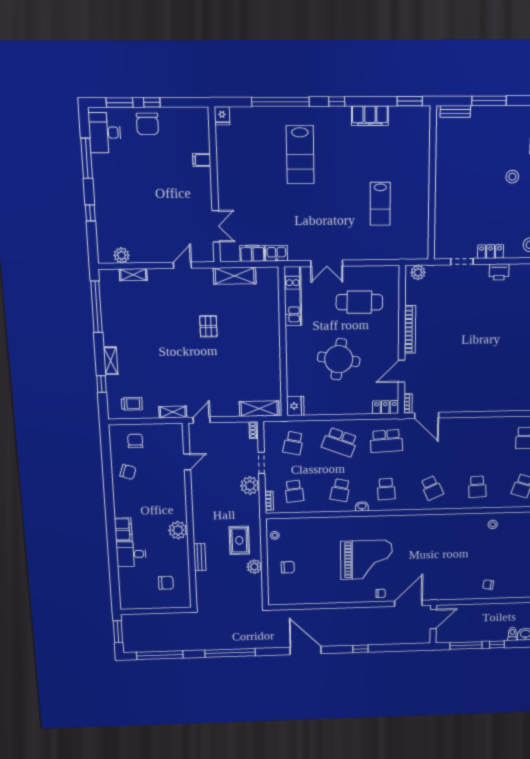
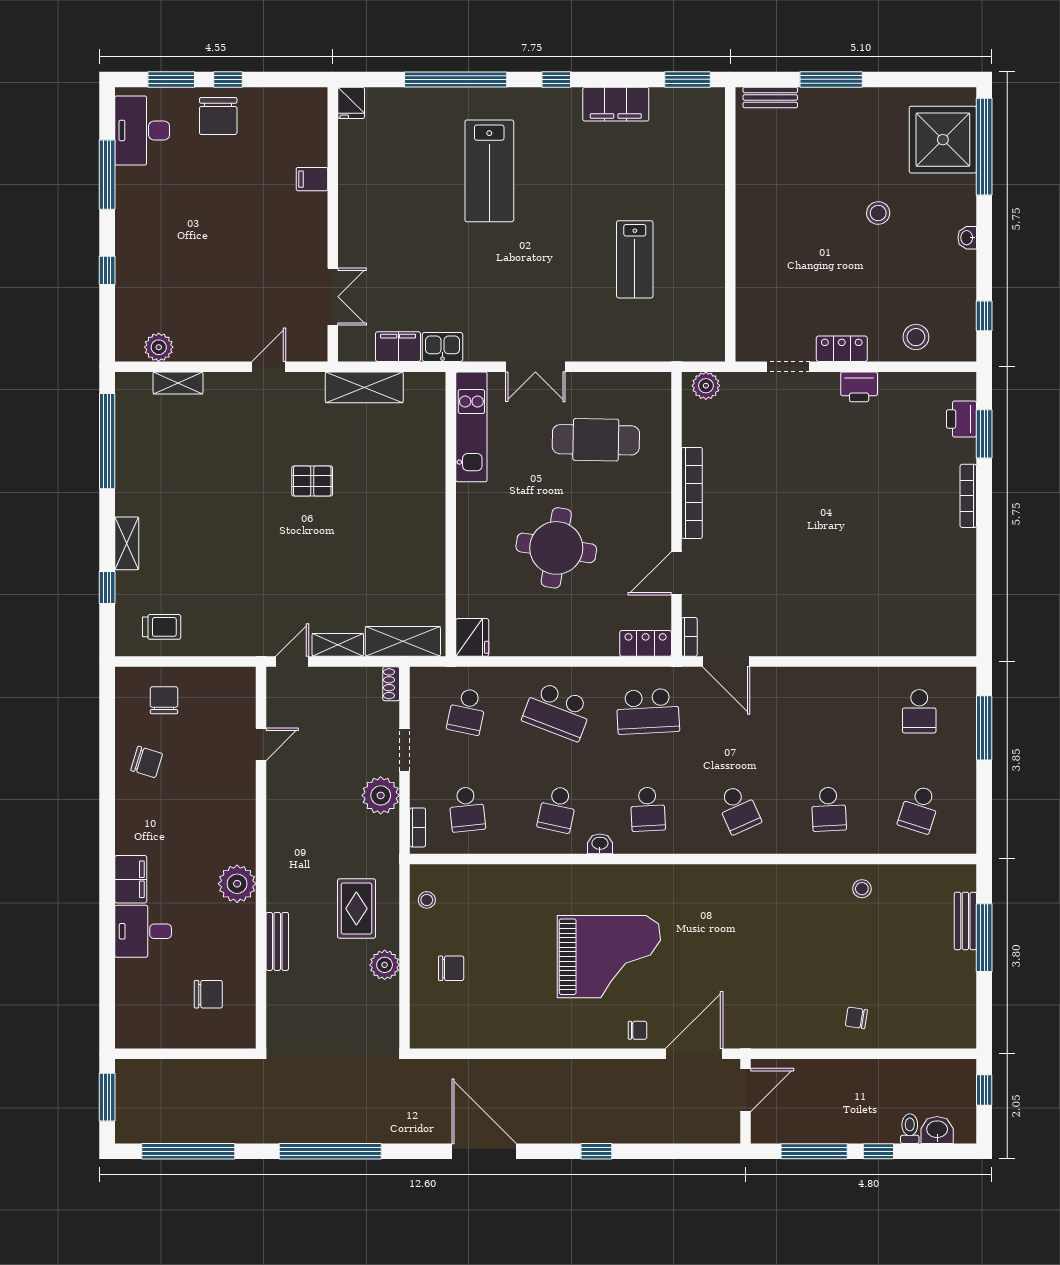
pallet: (208, 326) -> (312, 481), turned 90
shelving: (173, 412) -> (338, 645), moved

